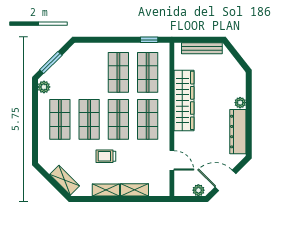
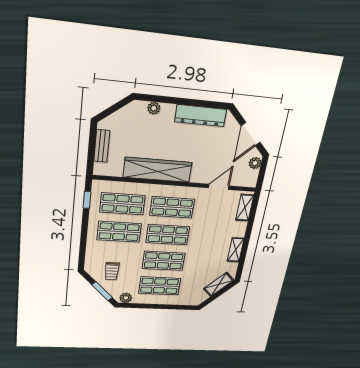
bench: (202, 48) -> (102, 146), width x0.73
plant: (240, 103) -> (154, 108), moved
trolley: (106, 156) -> (112, 271), moved
shelving: (135, 190) -> (245, 208), moved

